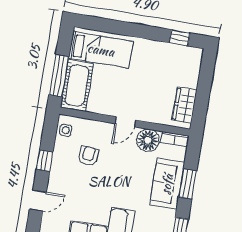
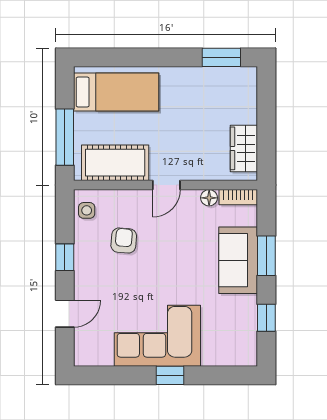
window: (180, 38) -> (221, 57), width x1.50
cot: (77, 85) -> (115, 163), moved, turned 90
floor lamp: (148, 140) -> (209, 198), width x0.53, depth x0.53

